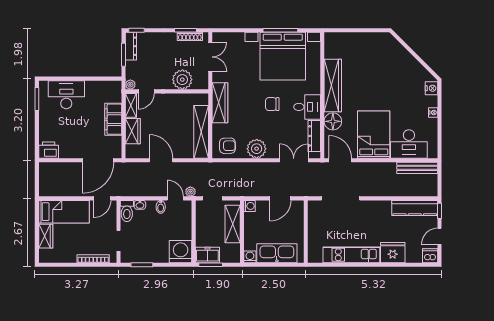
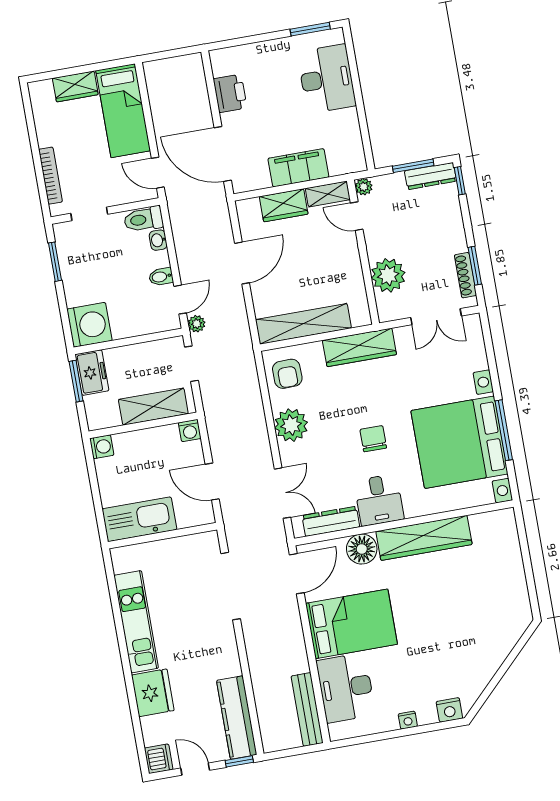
printer: (49, 150) -> (230, 93), moved
kitchen sink: (277, 253) -> (139, 519), moved, turned -90

